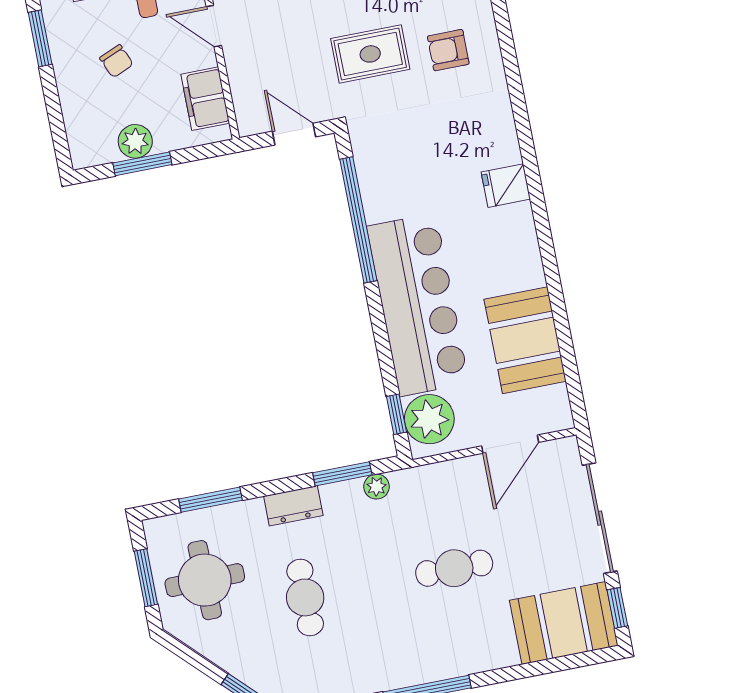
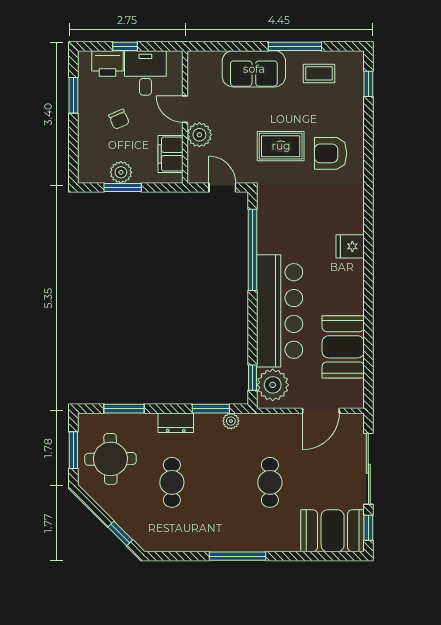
armchair: (448, 50) -> (331, 153), width x1.38, depth x1.38
plant: (243, 61) -> (199, 135), added
cafe table: (454, 568) -> (270, 482), turned 90

